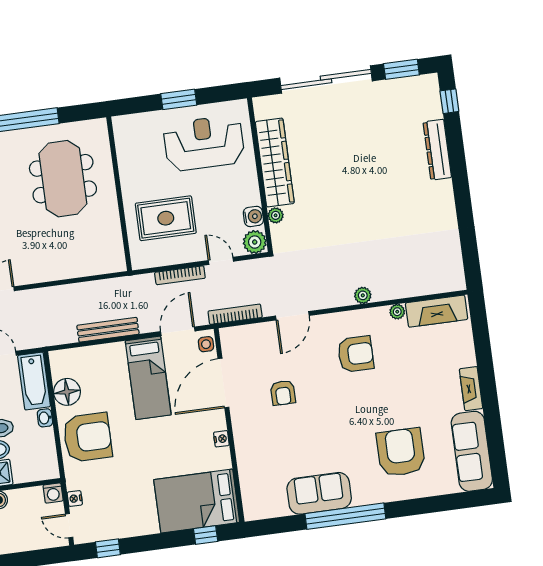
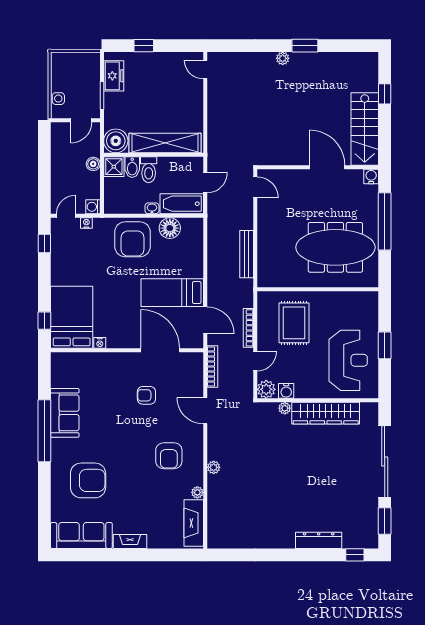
meeting table: (63, 179) -> (335, 247), width x1.36
bench: (108, 330) -> (247, 254), moved
side table: (206, 344) -> (192, 341), removed
nightstand: (221, 439) -> (100, 343), moved

